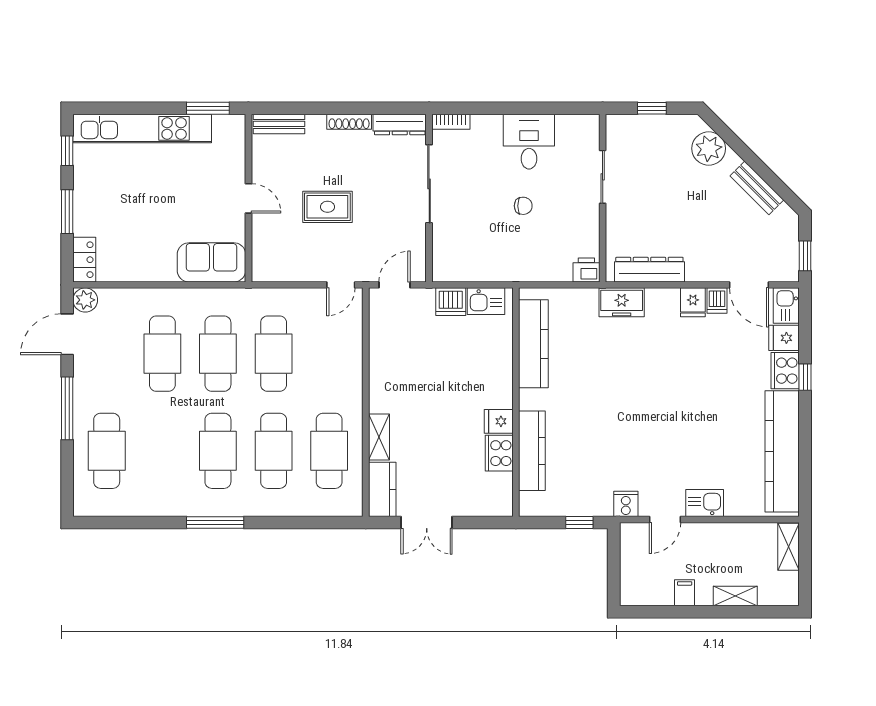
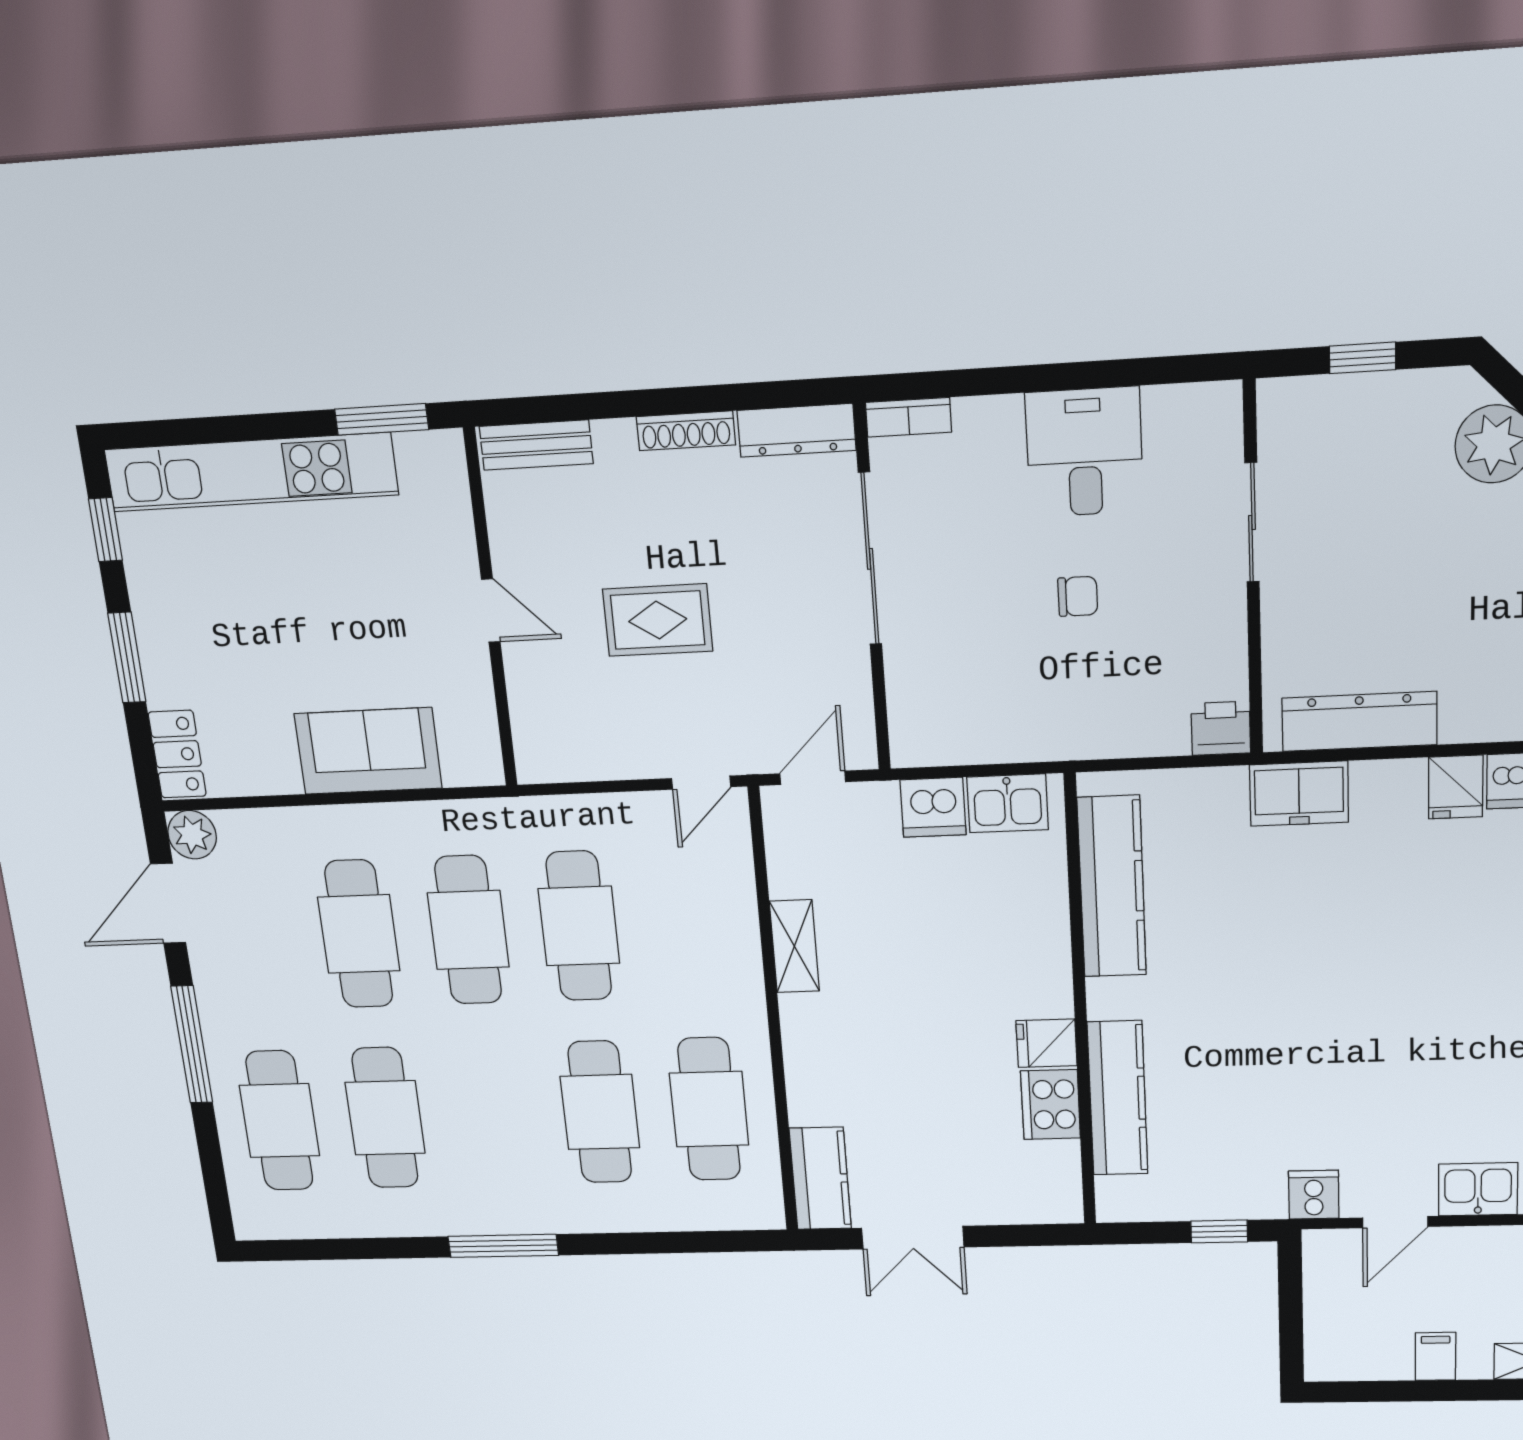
sofa: (211, 262) -> (368, 751), moved
shelving: (379, 437) -> (794, 946), moved
cafe table: (218, 451) -> (385, 1118), moved

